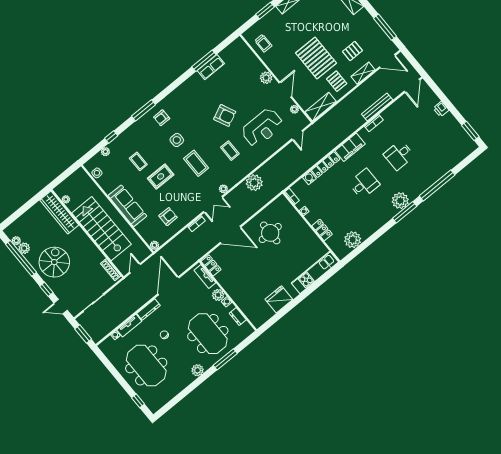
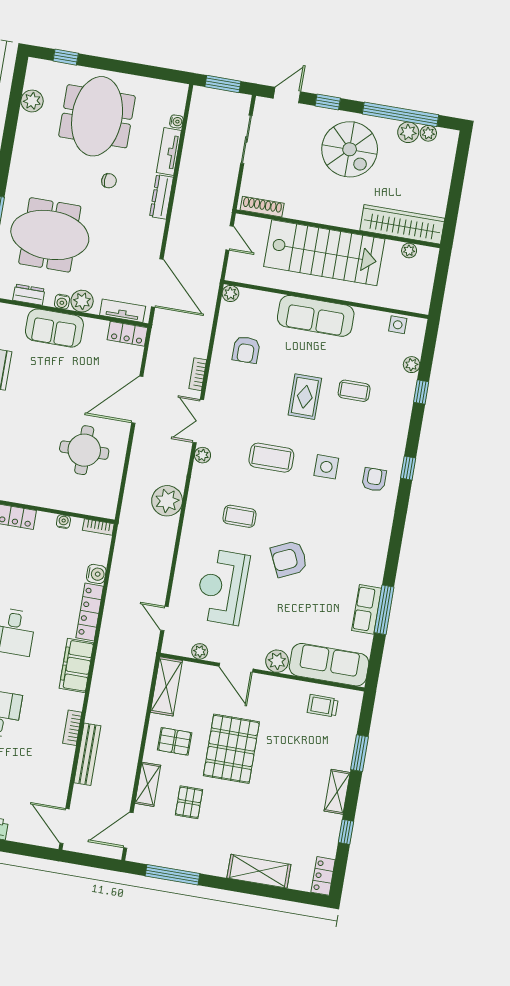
sofa: (246, 58) -> (329, 665), added
pallet: (316, 58) -> (231, 749), turned 90
window: (144, 110) -> (408, 468), width x0.46
door: (168, 286) -> (157, 283), moved
sofa: (239, 294) -> (54, 328), added
meeting table: (146, 365) -> (97, 116), turned 90
plant: (198, 370) -> (32, 101), moved

